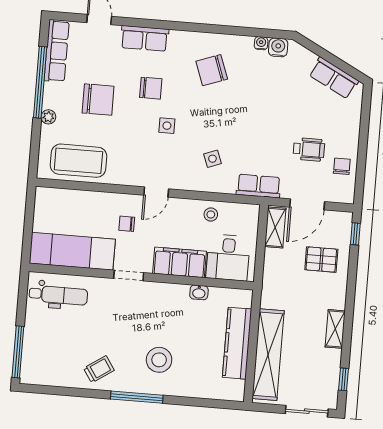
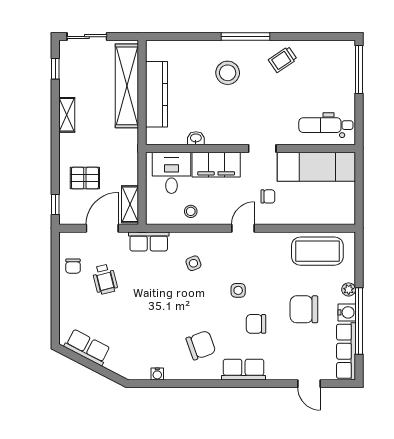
row of seats: (145, 38) -> (243, 370), moved
water cooler: (278, 47) -> (347, 312), moved, turned -90
wheelchair: (309, 149) -> (105, 279), turned -104

